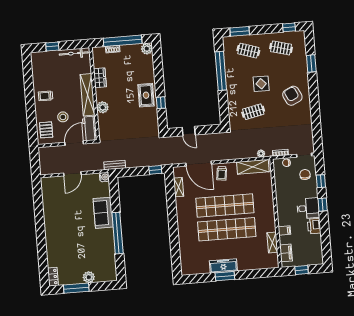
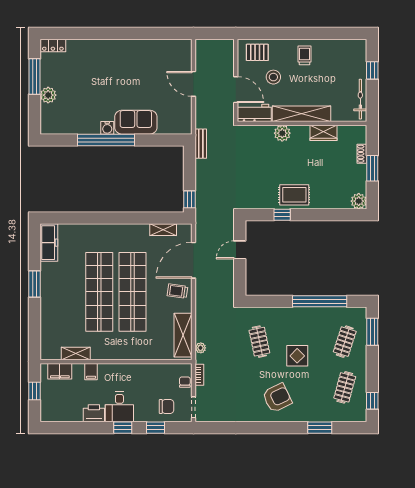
window: (123, 41) -> (372, 168), width x0.47
water cooler: (104, 177) -> (107, 128), moved
freezer: (223, 266) -> (49, 243), moved

